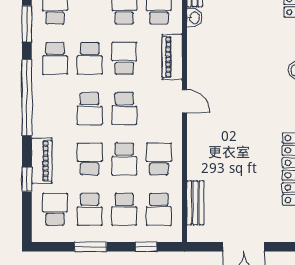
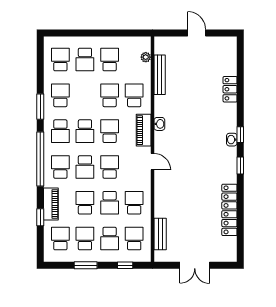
washbasin: (194, 18) -> (159, 124), moved
school desk: (55, 109) -> (60, 167), added
school desk: (124, 109) -> (110, 167), turned 180
school desk: (90, 209) -> (85, 239), turned 180
school desk: (159, 209) -> (134, 239), turned 180

